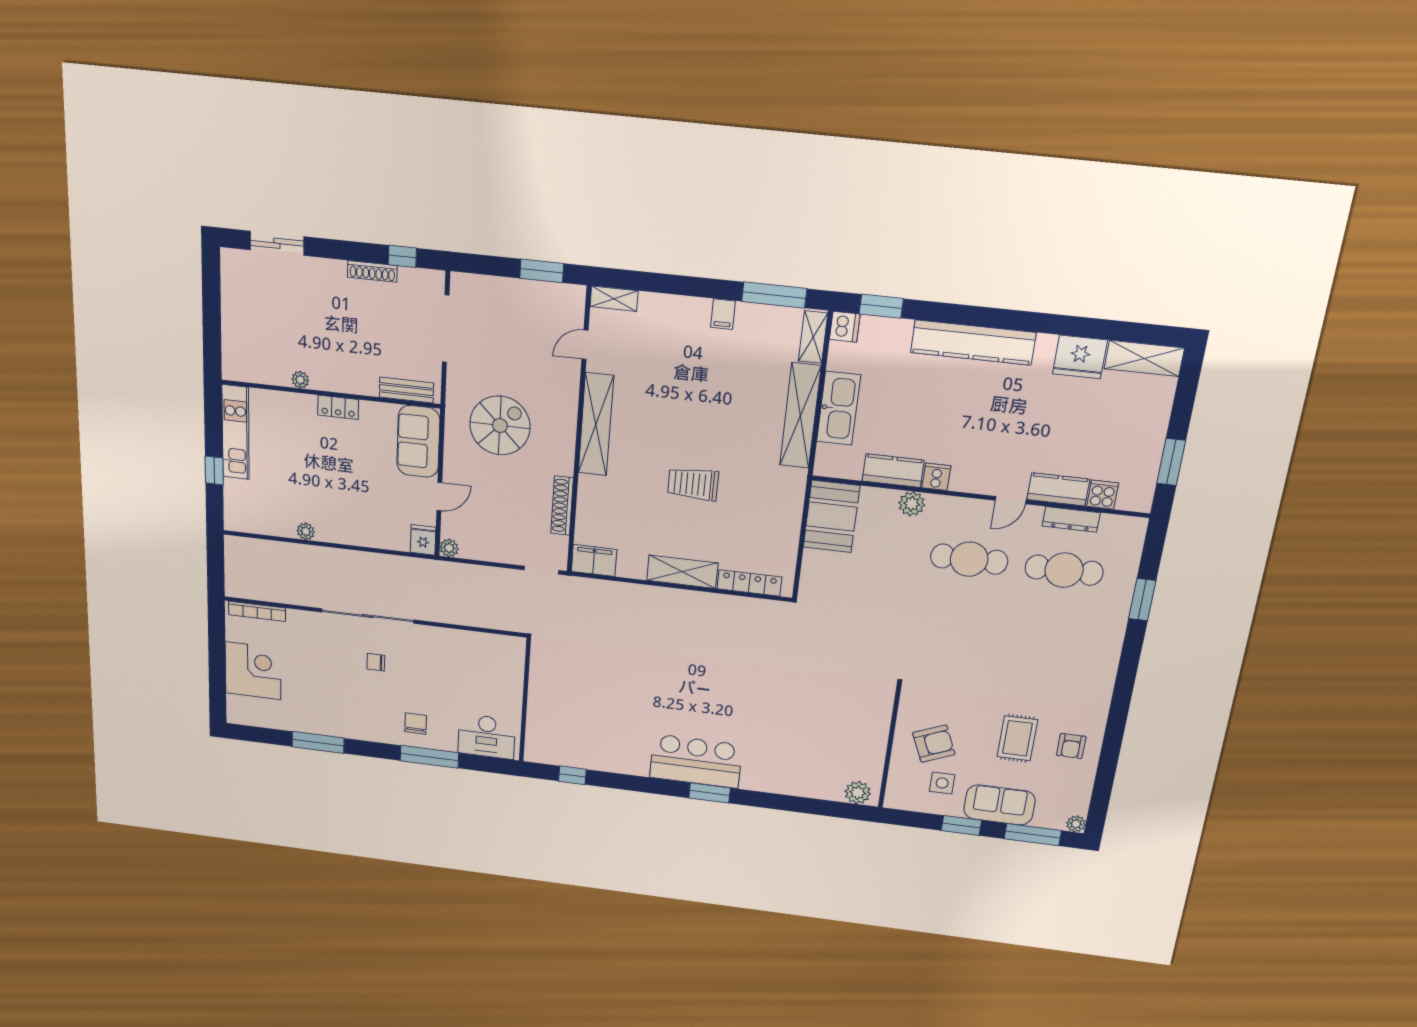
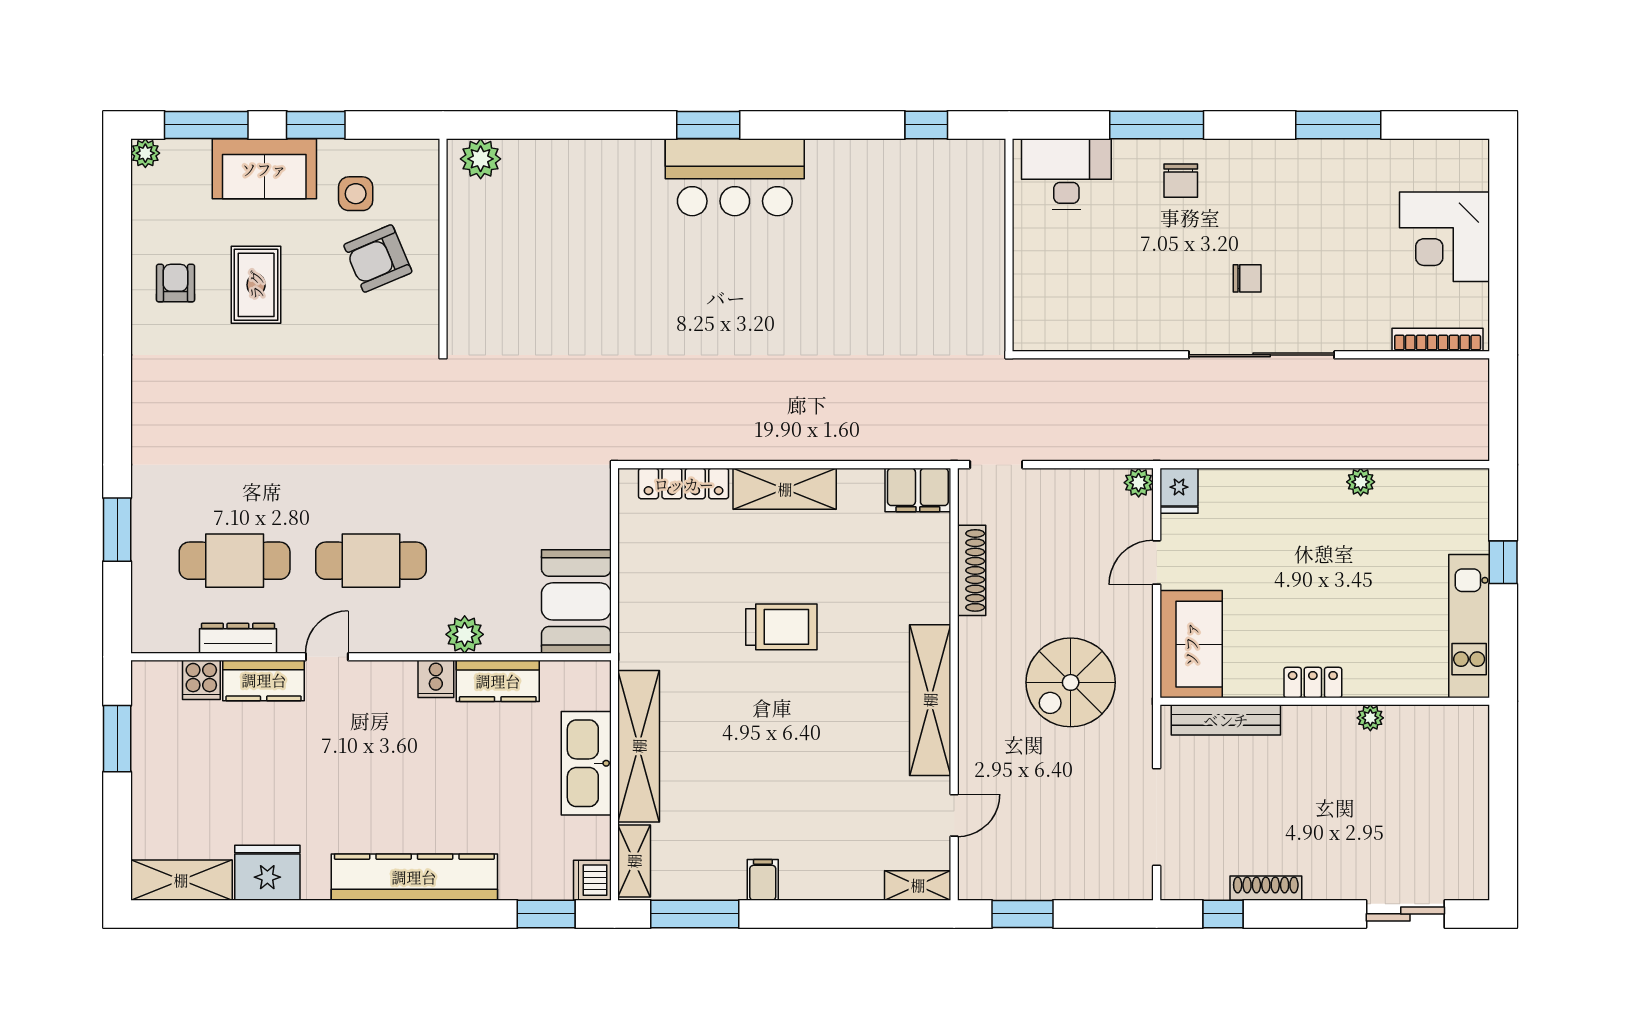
bench: (406, 390) -> (1226, 720), width x1.36

